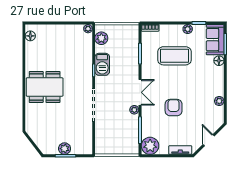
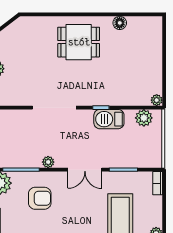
floor lamp: (30, 36) -> (120, 23), moved
dining table: (45, 87) -> (79, 42), width x0.73
double door: (140, 92) -> (85, 170), moved
armchair: (174, 108) -> (40, 198), moved

